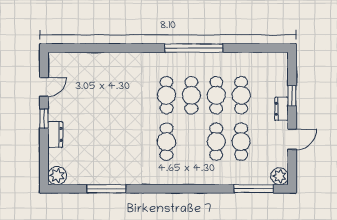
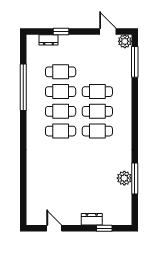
window: (194, 48) -> (23, 87), moved
dresser: (281, 109) -> (48, 40), moved
window: (44, 119) -> (104, 228), moved
door: (292, 139) -> (108, 31), moved
cafe table: (241, 142) -> (97, 111), moved
plant: (57, 176) -> (124, 178), moved

